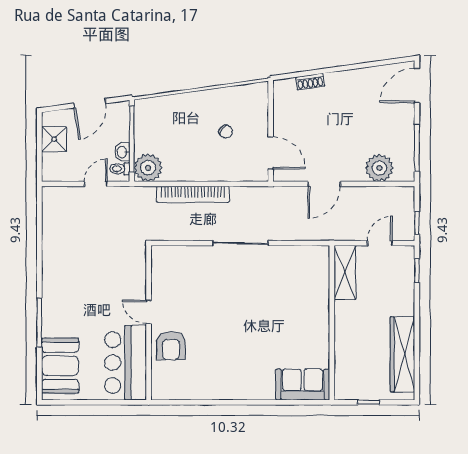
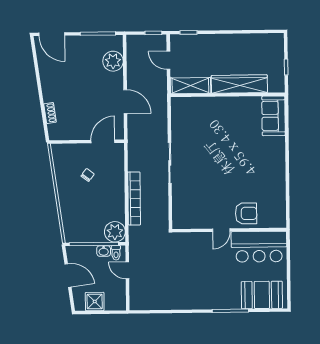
wardrobe: (403, 354) -> (239, 84), moved, turned 180

